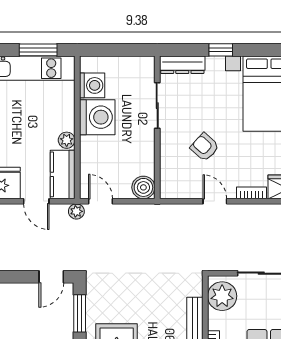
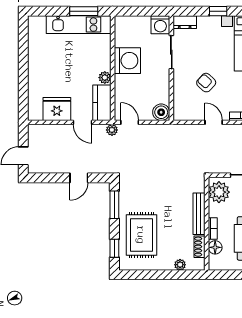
dresser: (182, 65) -> (185, 22), width x0.70
washing machine: (92, 85) -> (160, 25), moved, turned 90
door: (51, 277) -> (79, 178), moved

